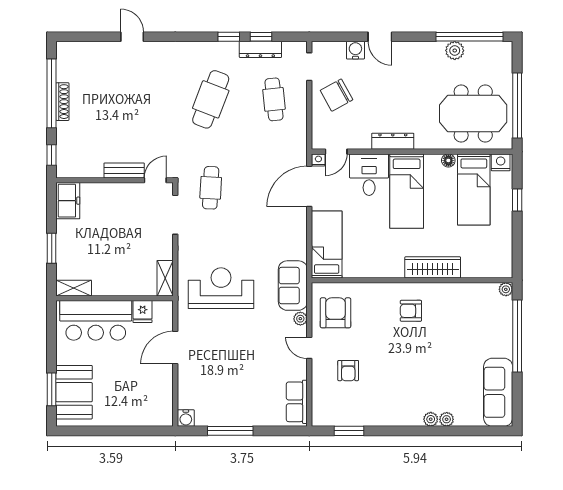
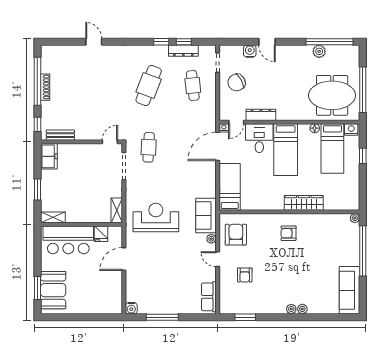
dresser: (393, 141) -> (261, 115), moved
bench: (124, 170) -> (60, 135), moved
plant: (447, 419) -> (291, 309), moved

